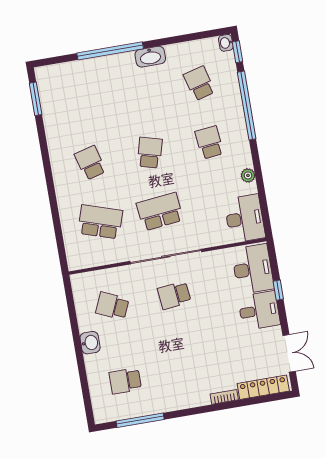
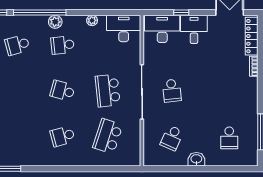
plant: (238, 128) -> (55, 22), added

